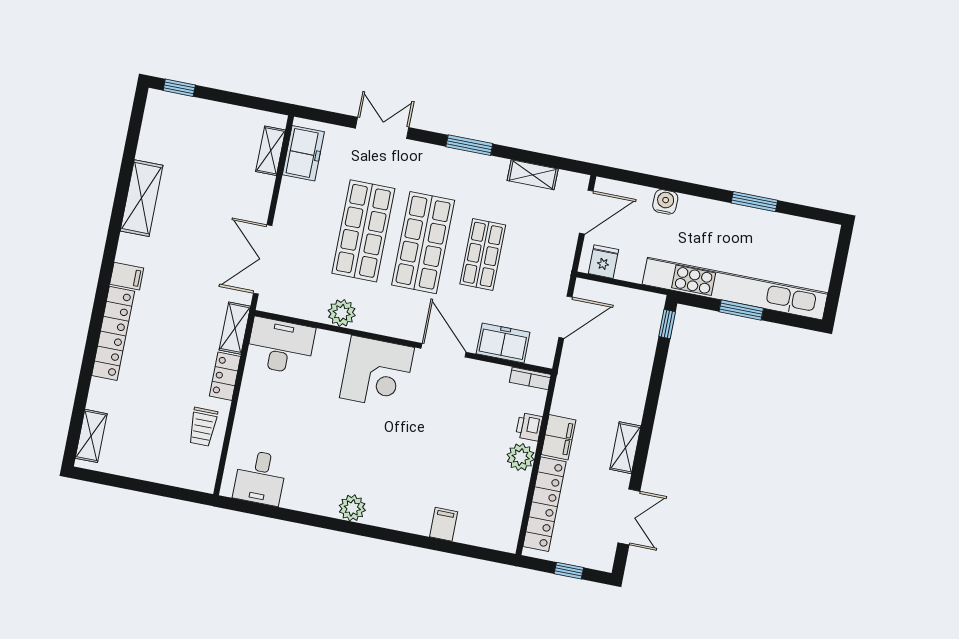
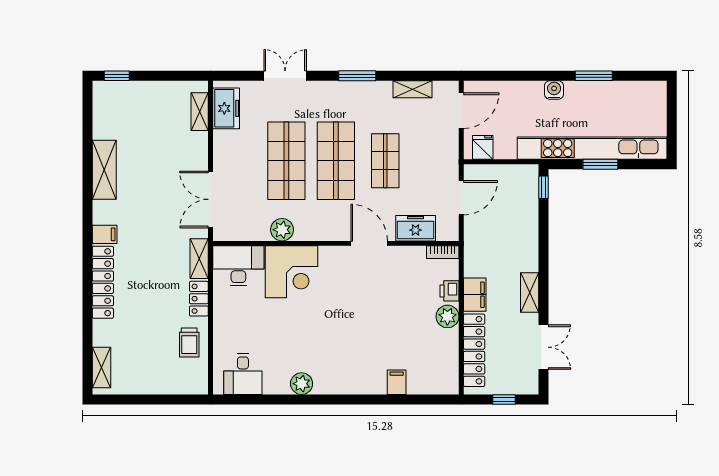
water cooler: (665, 202) -> (554, 90), moved
corner desk: (377, 373) -> (292, 272), moved
plant: (352, 508) -> (302, 384), moved

